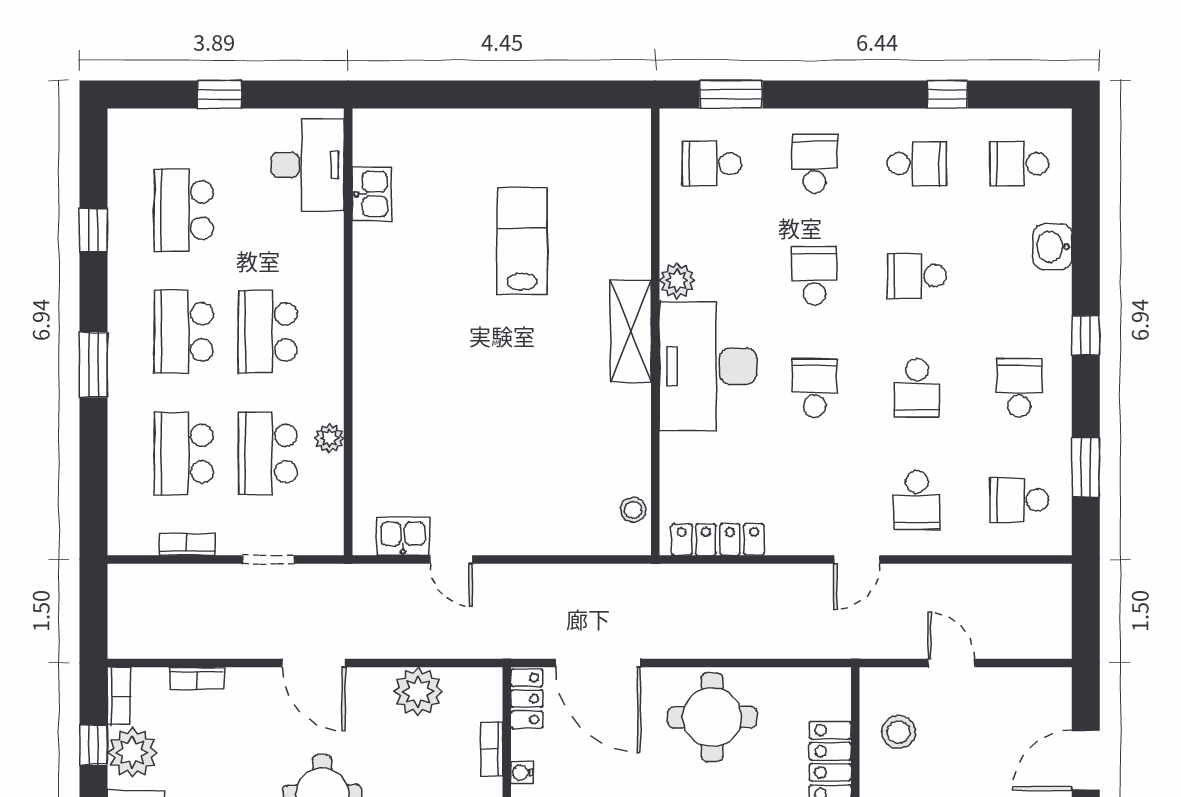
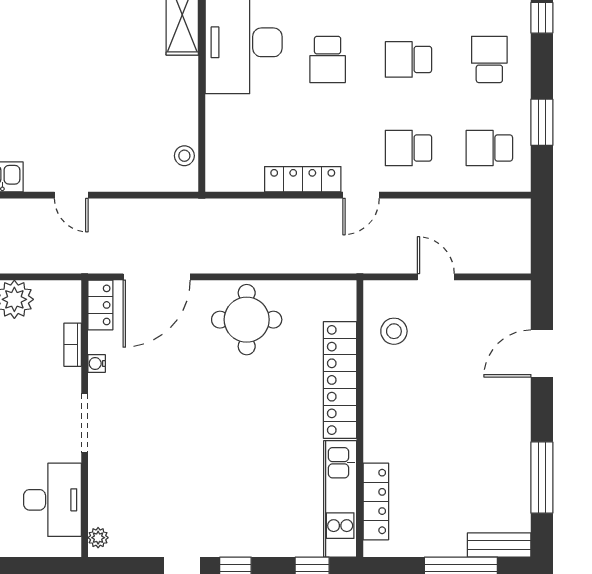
school desk: (814, 388) -> (328, 59), turned 180
school desk: (917, 388) -> (408, 59), turned 90
school desk: (917, 500) -> (408, 148), turned 90
locker: (718, 539) -> (303, 179), moved
door: (451, 560) -> (71, 195), moved
door: (598, 663) -> (157, 277), hinge flipped

